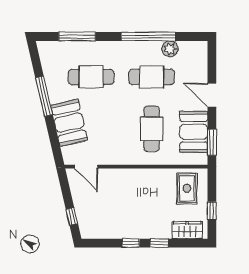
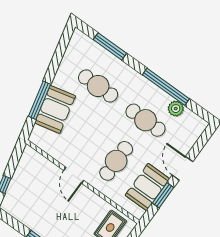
window: (44, 96) -> (39, 100), moved
window: (212, 142) -> (163, 195), moved
door: (86, 167) -> (74, 175), moved

